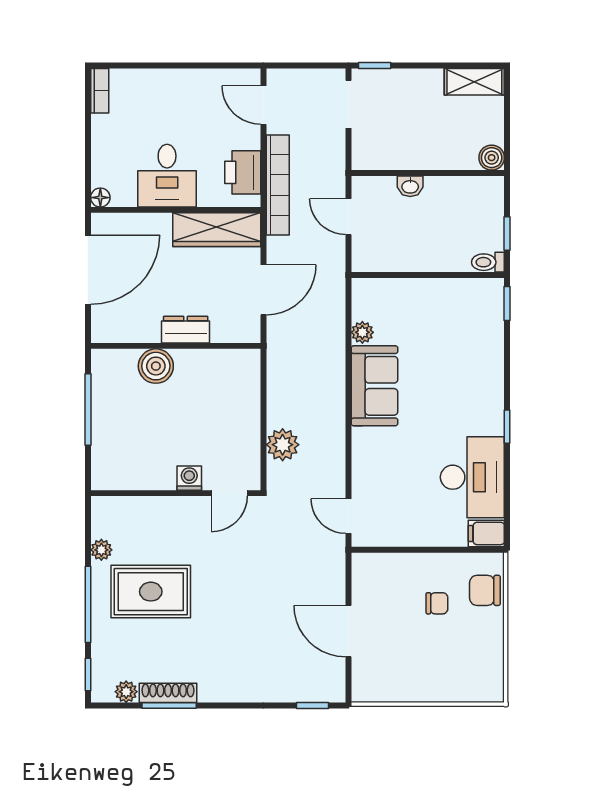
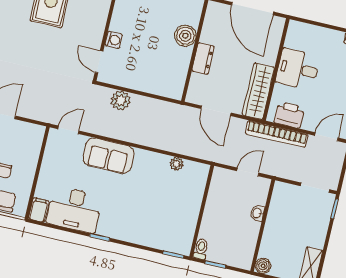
floor lamp: (100, 198) -> (294, 26), removed
sofa: (374, 386) -> (109, 156), moved

